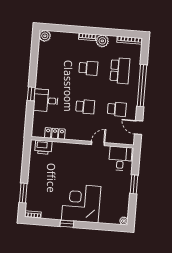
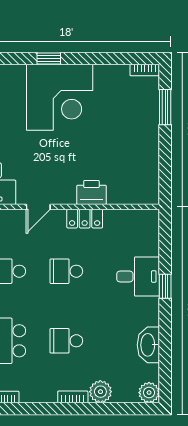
plant: (102, 41) -> (100, 392), moved
washbasin: (43, 62) -> (148, 345), added
locker: (55, 133) -> (85, 219), moved
printer: (43, 147) -> (91, 192), moved
window: (67, 224) -> (49, 58), moved

